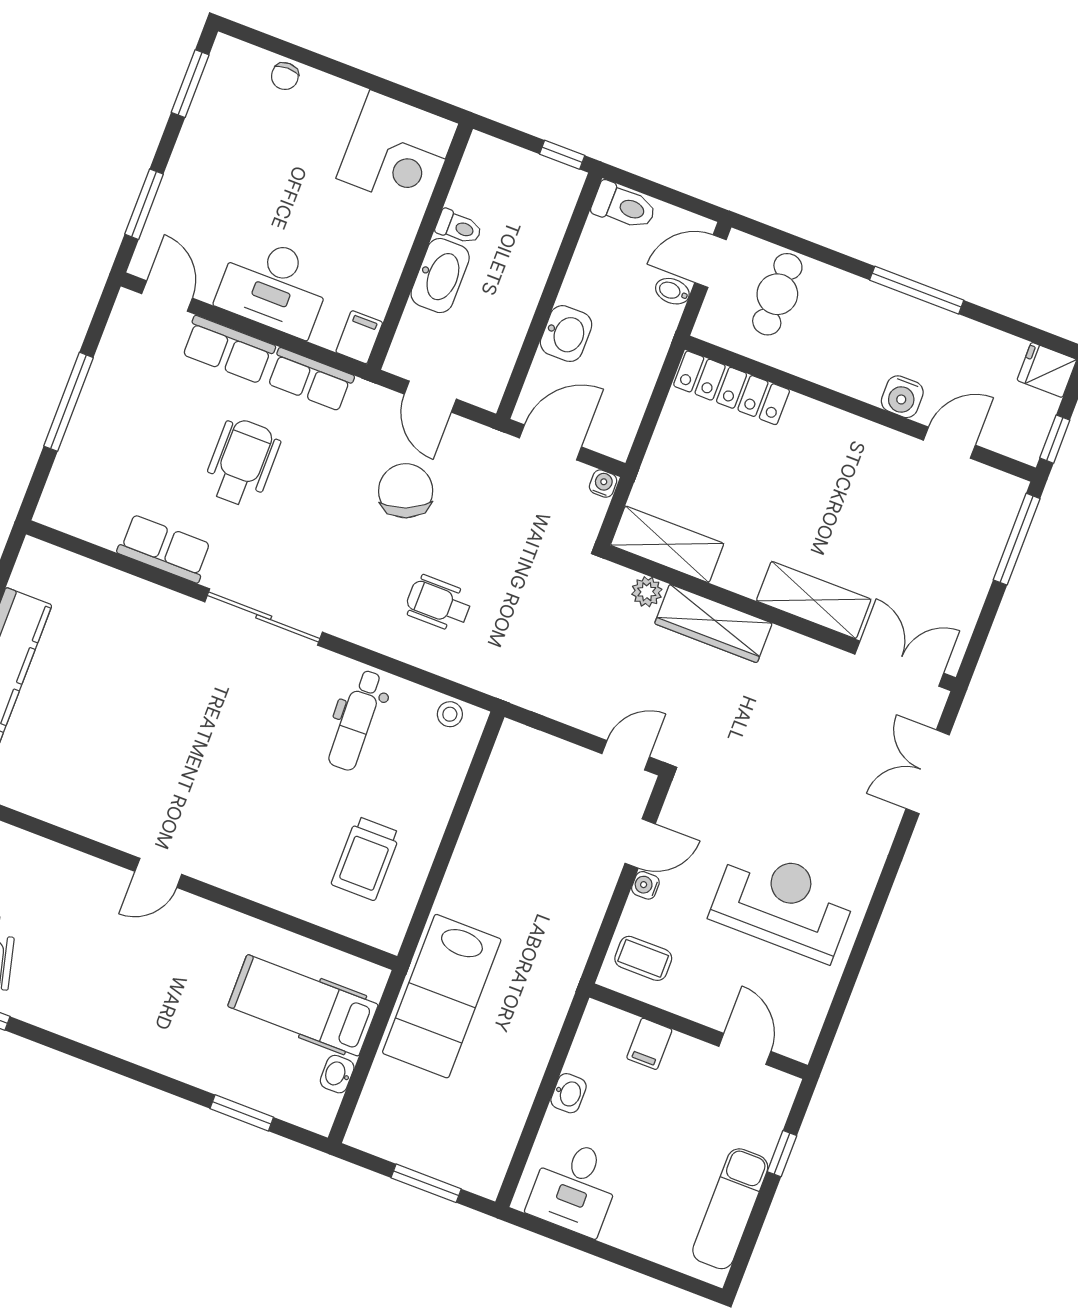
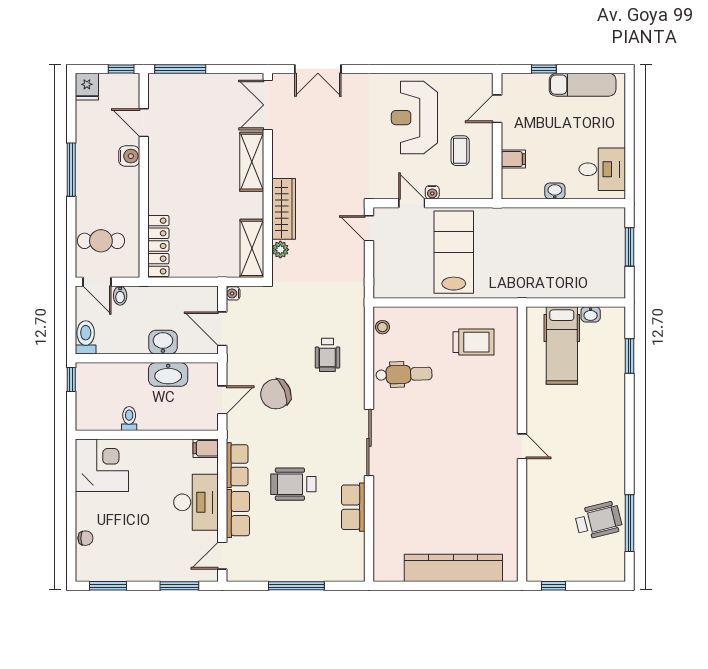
washbasin: (440, 276) -> (168, 374), moved, turned 180
coffee table: (643, 958) -> (460, 151), moved
lab bench: (442, 996) -> (454, 252), moved, turned -90

